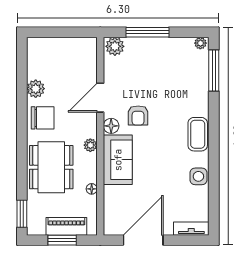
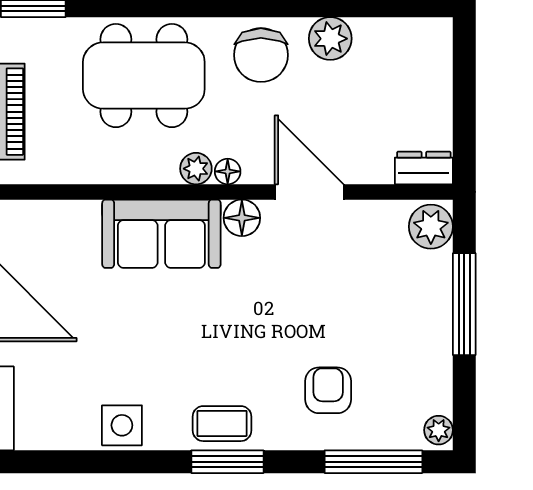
dresser: (90, 49) -> (424, 168), added
armchair: (138, 115) -> (328, 390), moved, turned 90
window: (214, 132) -> (227, 462), added
coffee table: (198, 134) -> (222, 424), width x0.73, depth x0.77
floor lamp: (92, 189) -> (228, 171), moved

